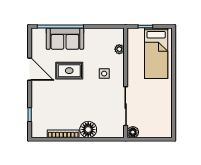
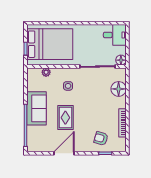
sofa: (65, 39) -> (37, 108), moved
bed: (156, 53) -> (50, 44), width x1.50
armchair: (46, 110) -> (101, 138), added
desk: (161, 125) -> (115, 35), added
floor lamp: (88, 130) -> (119, 89), moved

